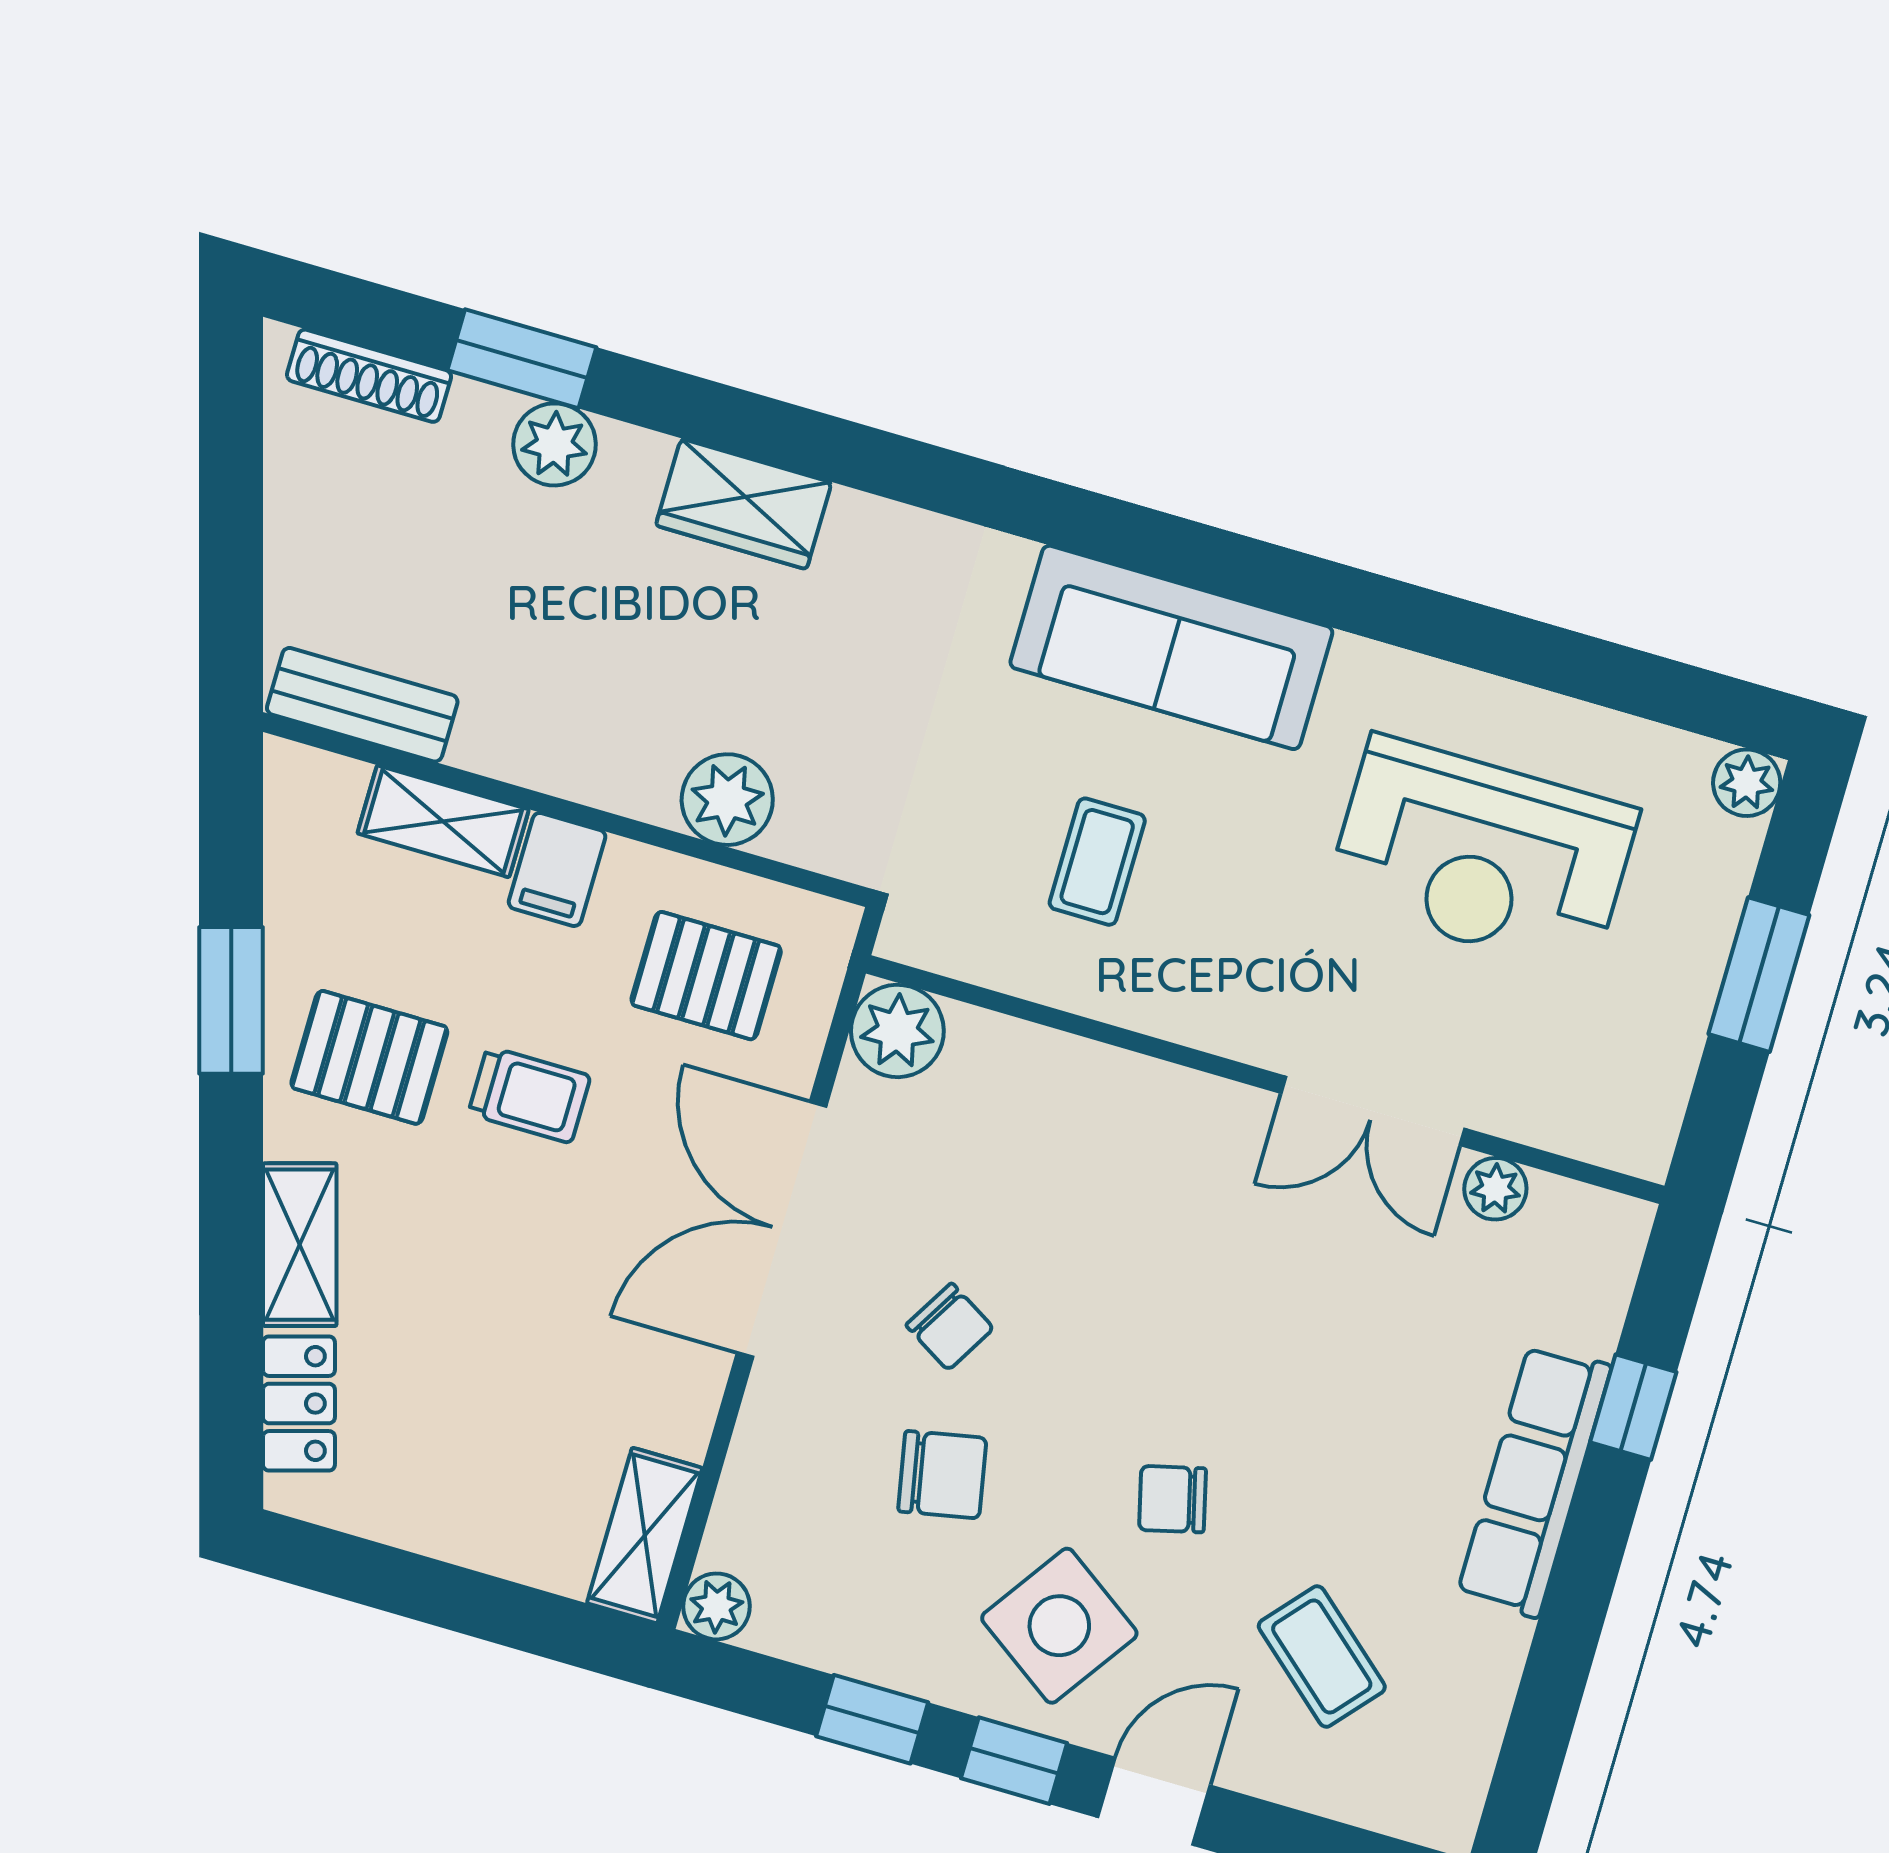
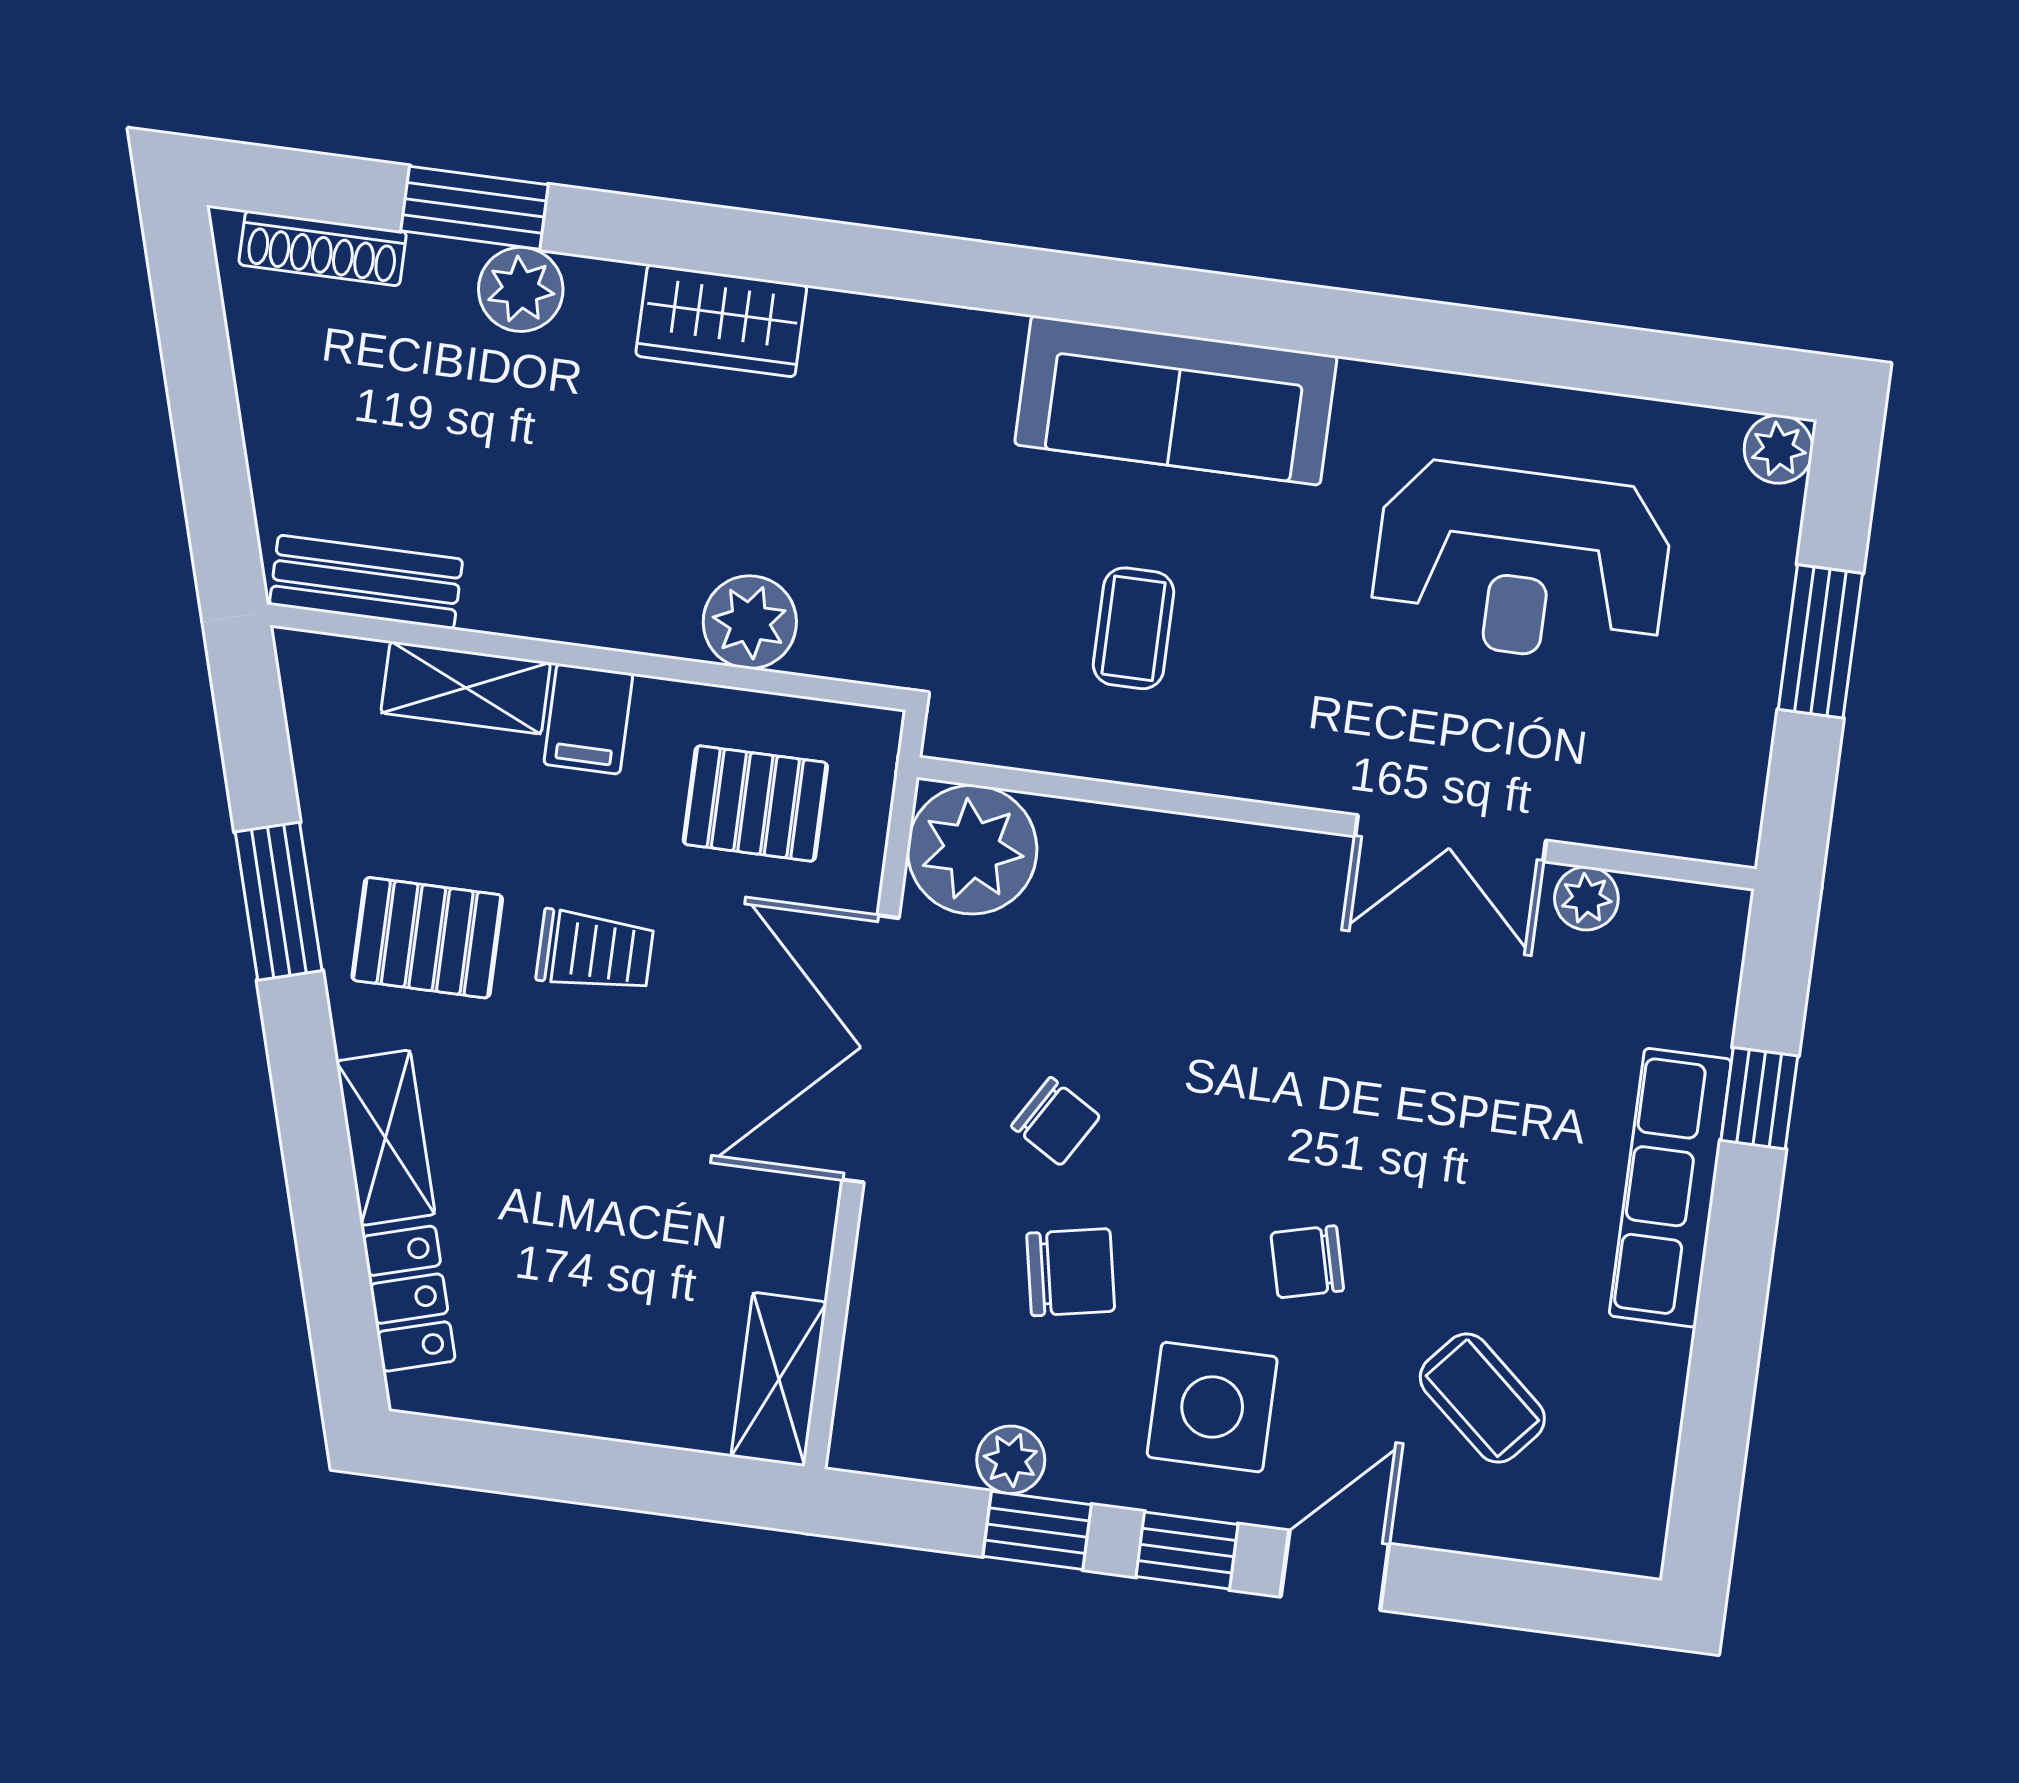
plant: (897, 1031) -> (972, 850), width x1.36, depth x1.36
plant: (716, 1606) -> (1011, 1460), moved
side table: (1059, 1626) -> (1212, 1407), turned -35

